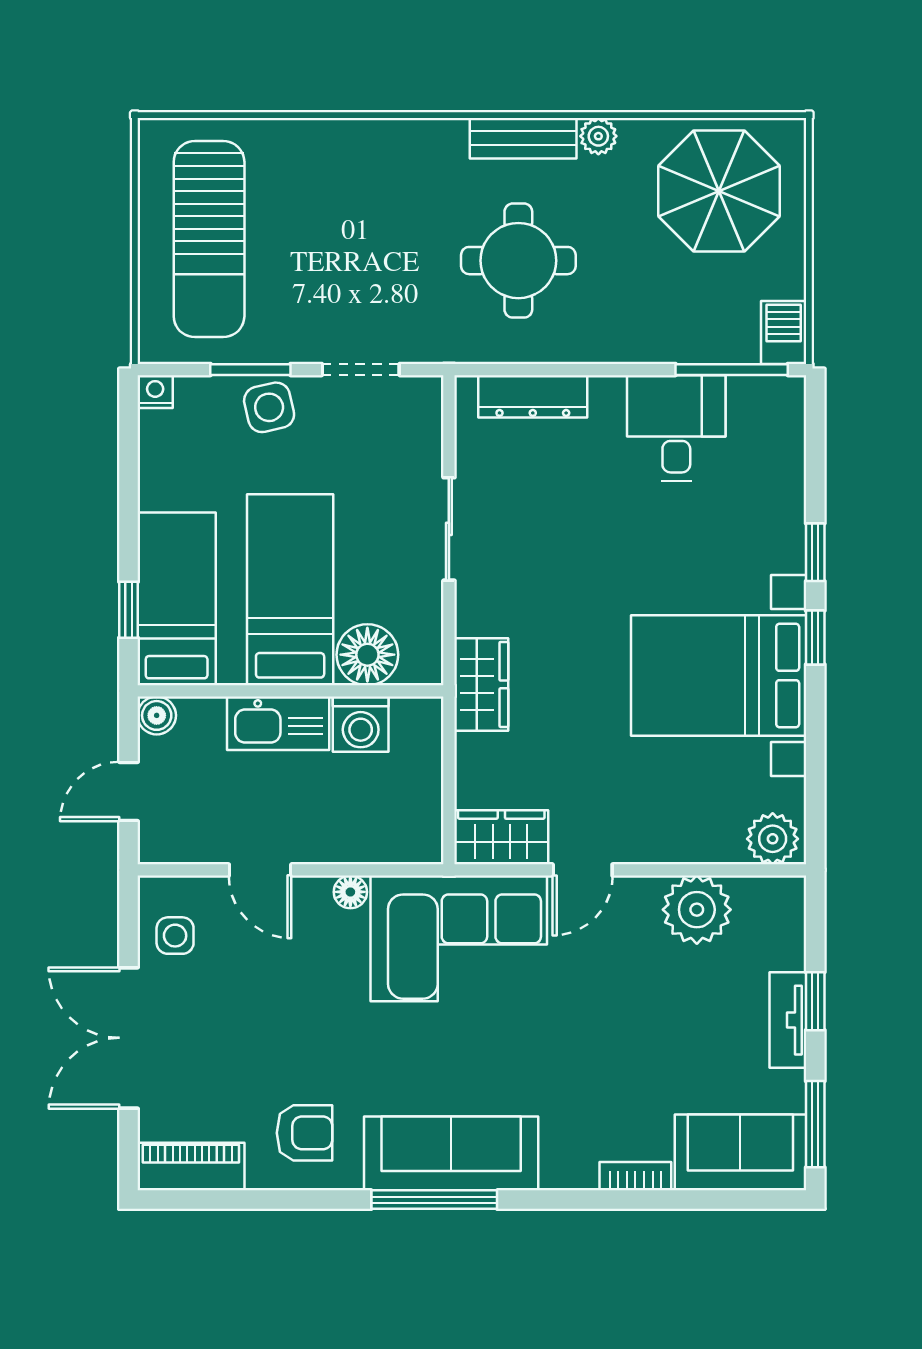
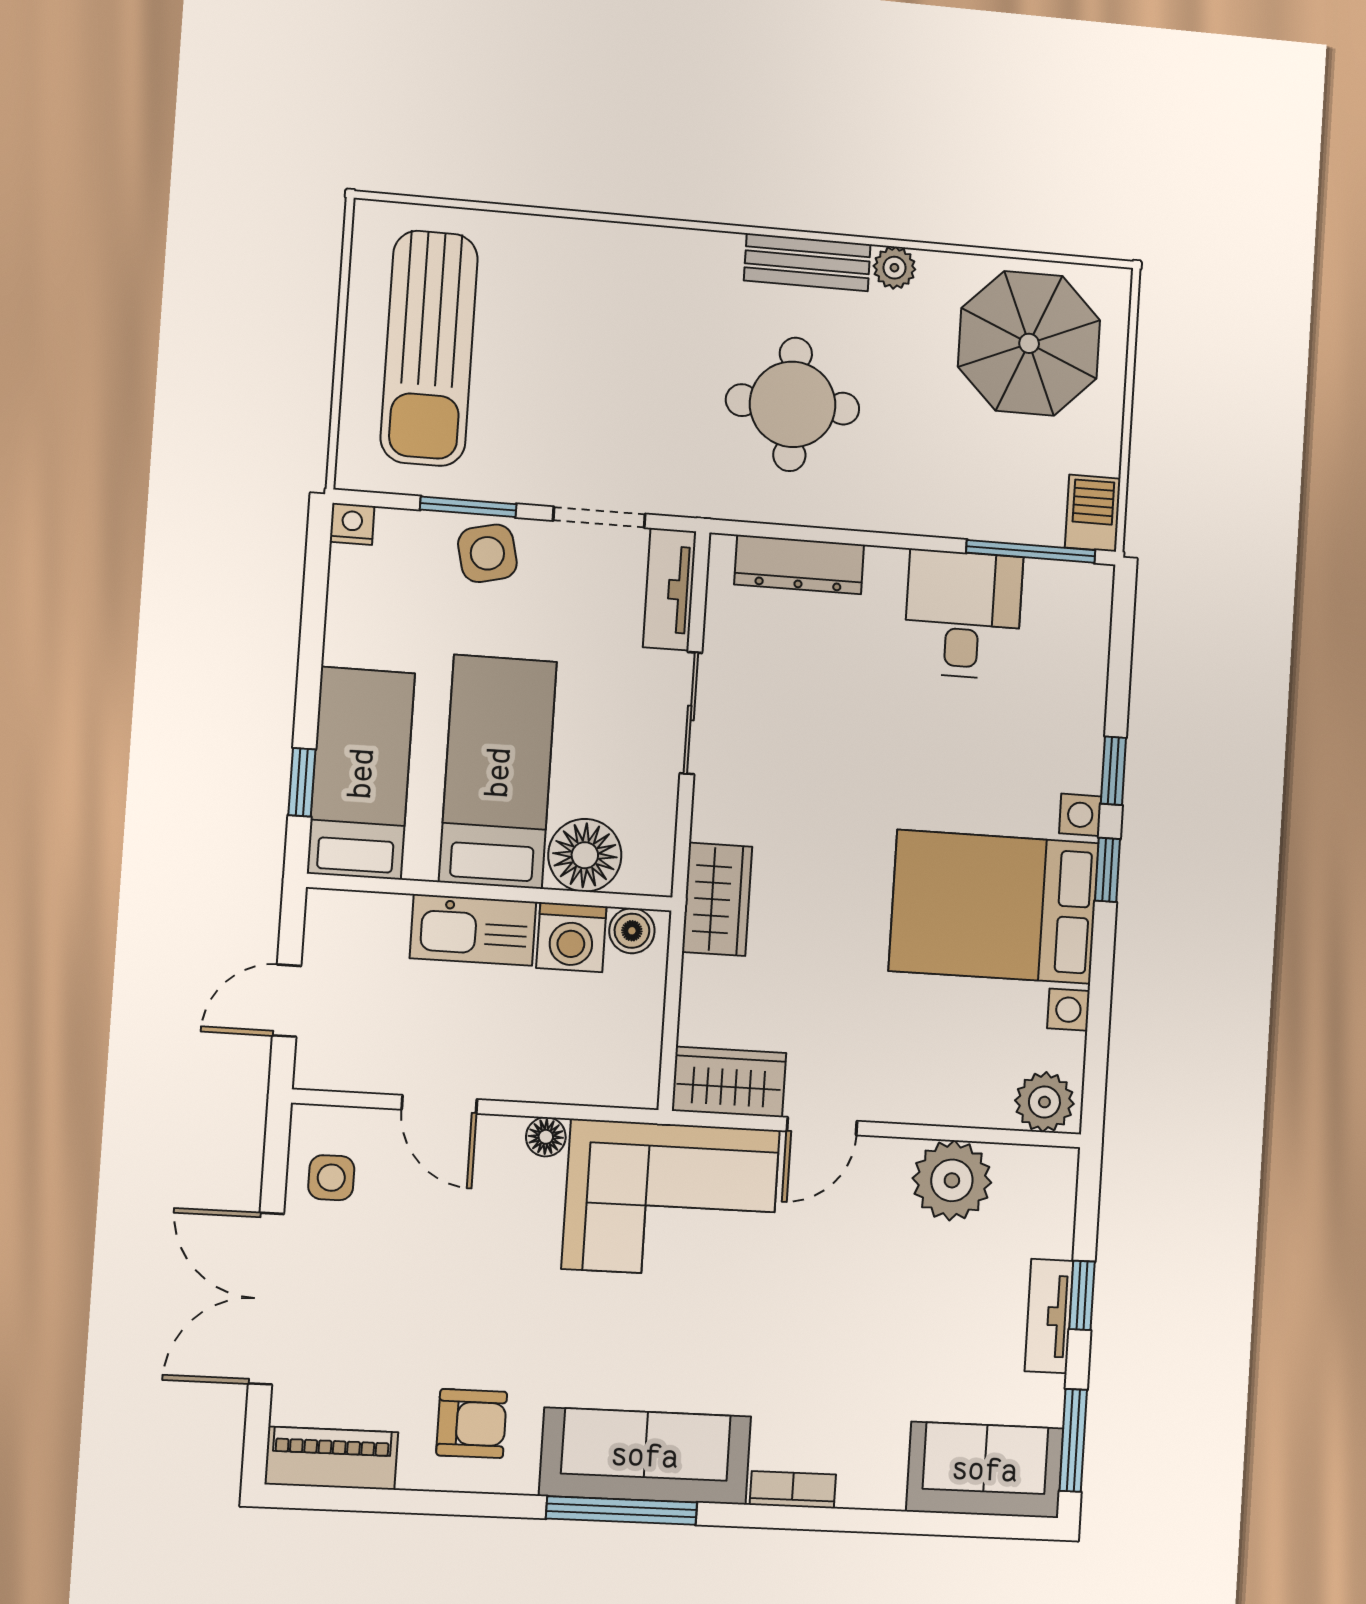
tv unit: (424, 426) -> (670, 589), added
boiler: (157, 715) -> (632, 931), moved
bookcase: (635, 1176) -> (793, 1490), moved

